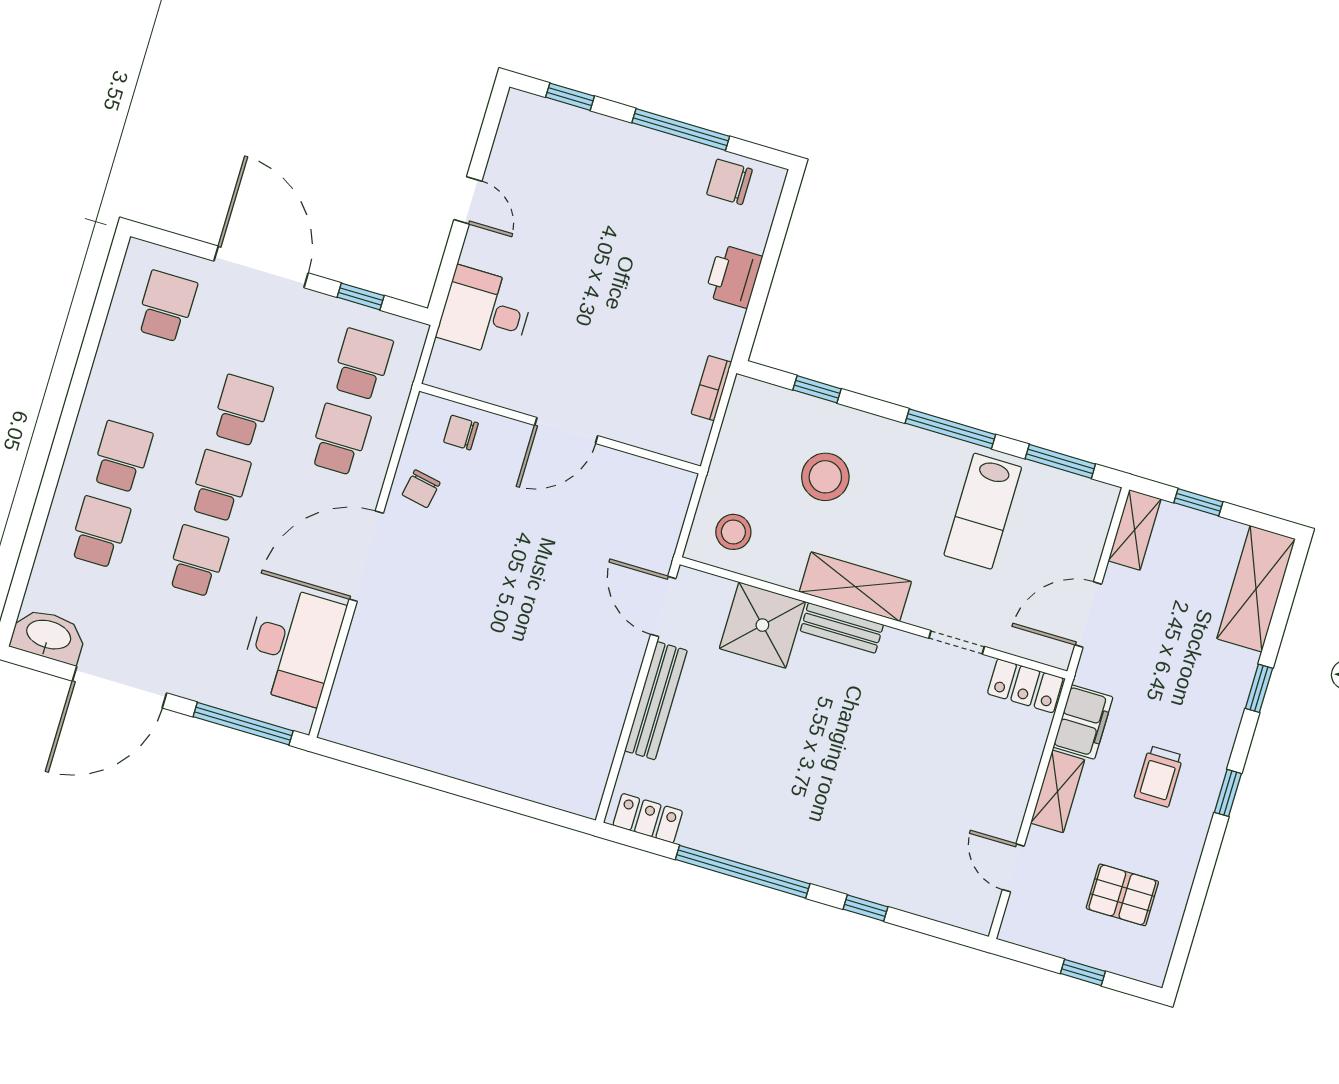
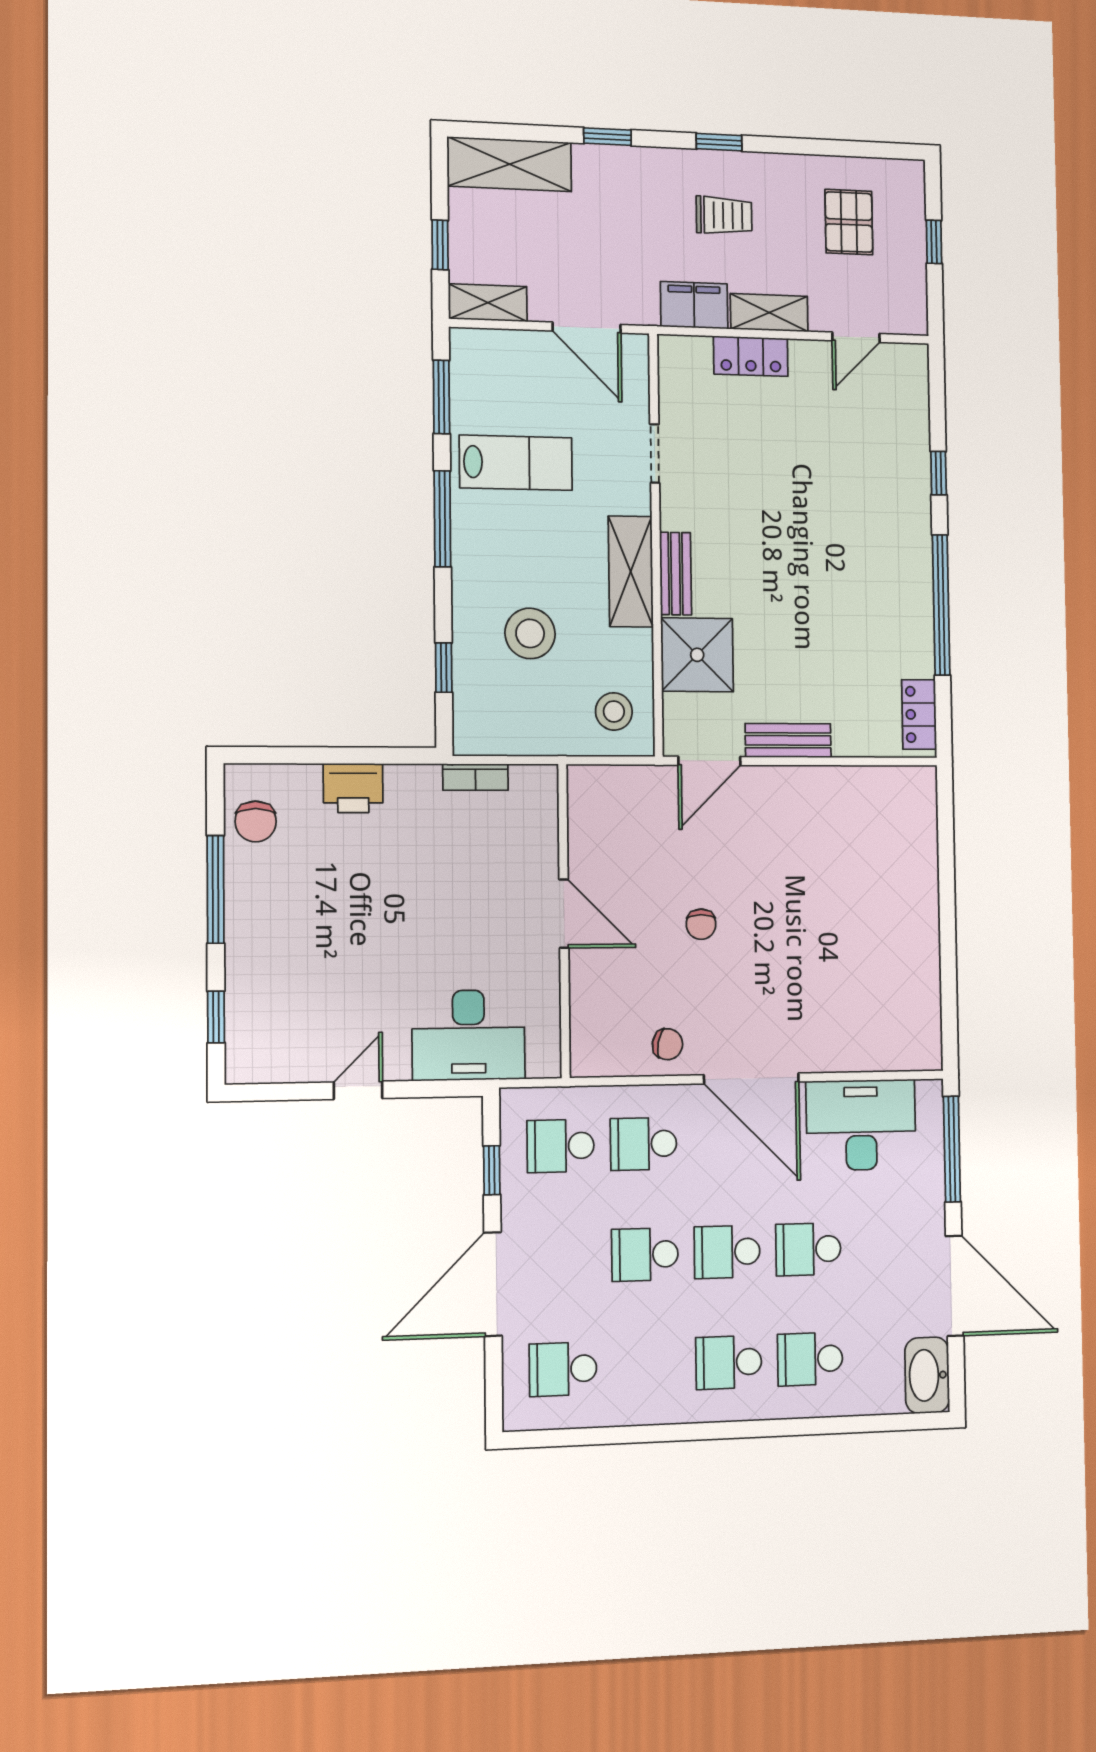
desk: (485, 312) -> (468, 1035), width x1.37
chair: (461, 433) -> (701, 924), moved
locker: (1025, 686) -> (751, 356), moved, turned 90
bench: (656, 701) -> (788, 740), width x0.73

